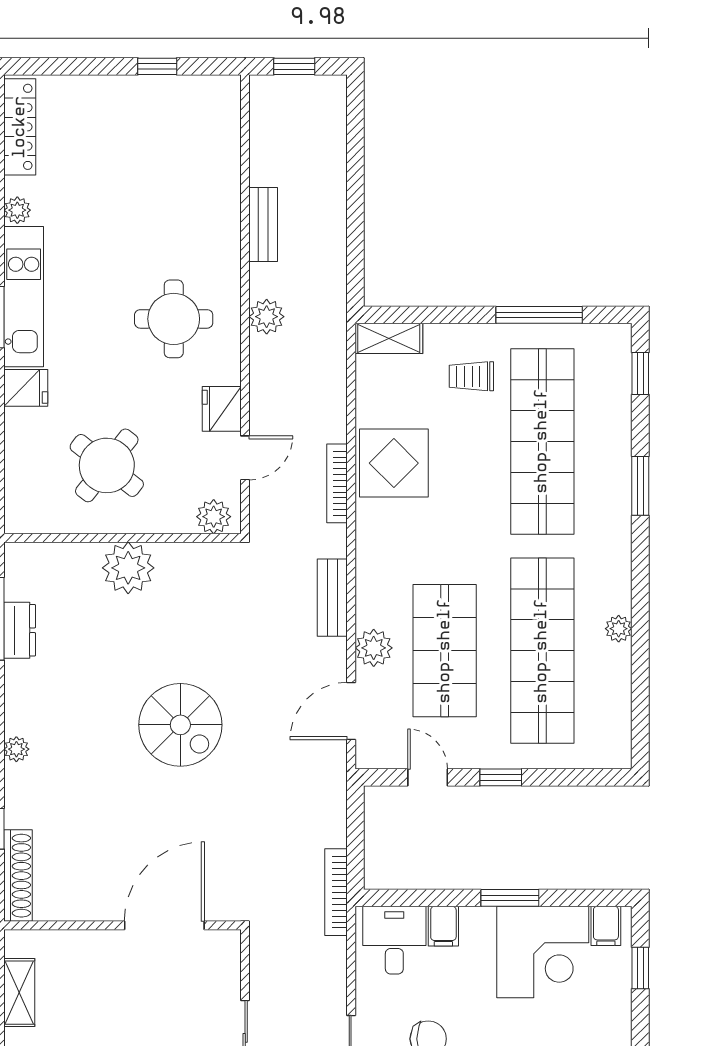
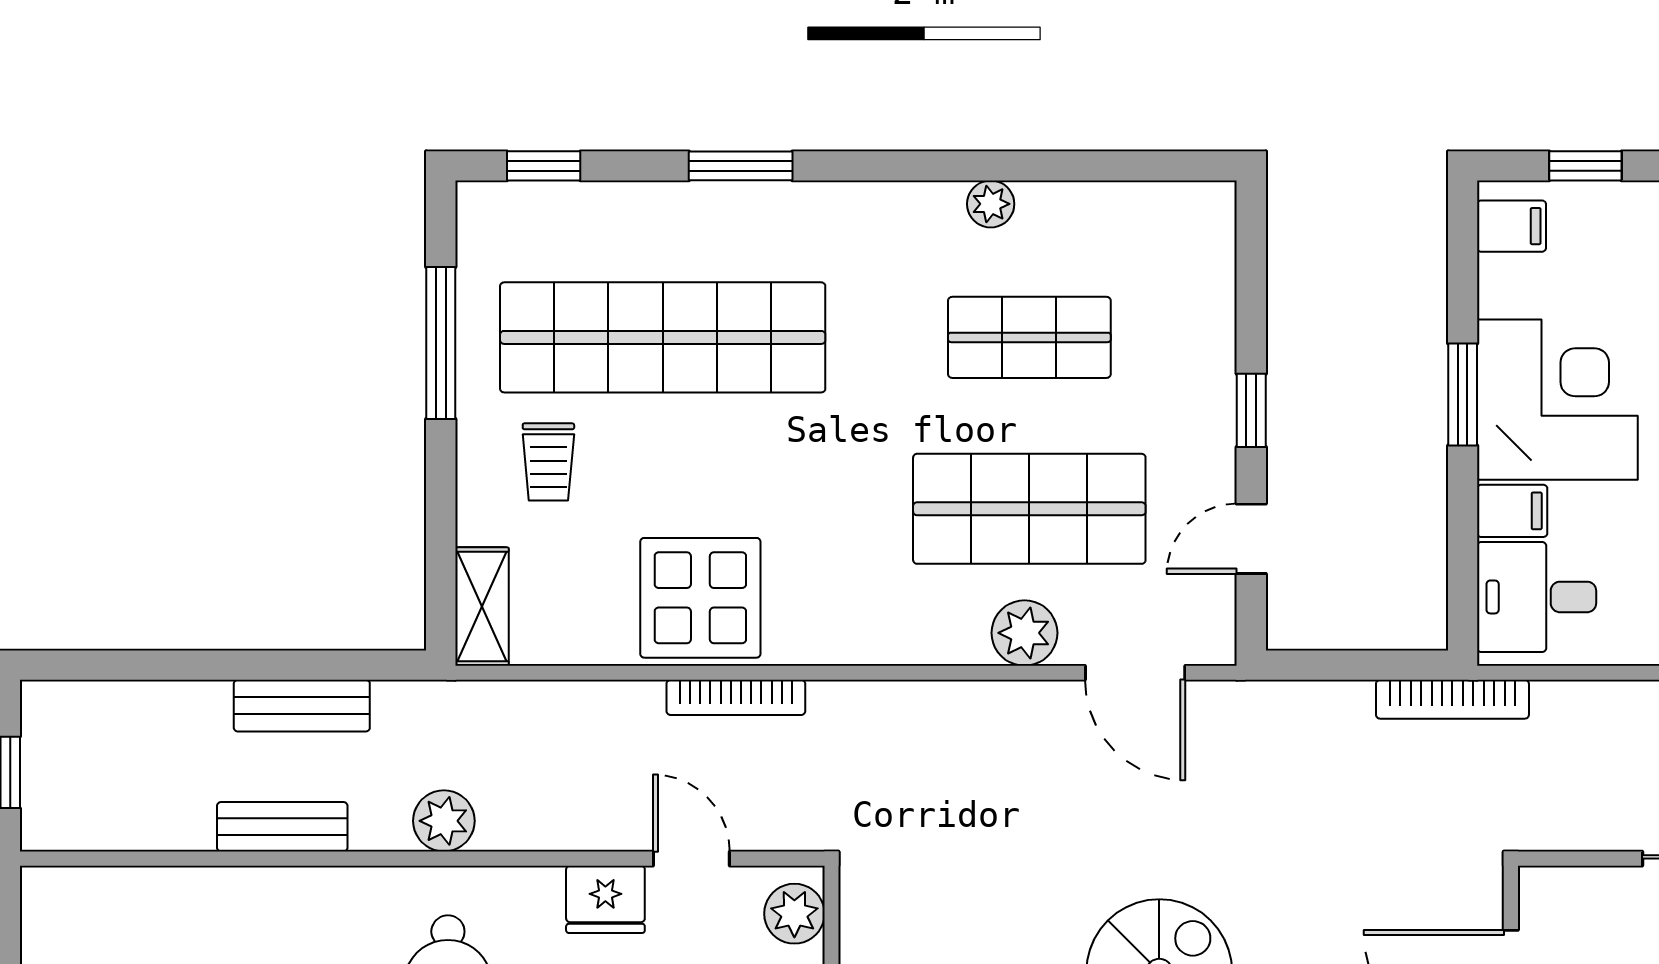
bench: (332, 598) -> (302, 706), moved
shop shelf: (542, 651) -> (1029, 337), width x0.50, depth x0.74
corner desk: (543, 952) -> (1557, 400), moved

